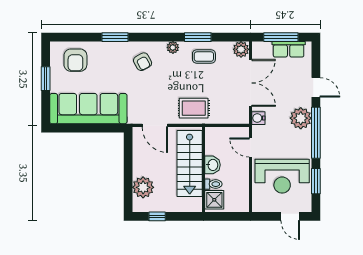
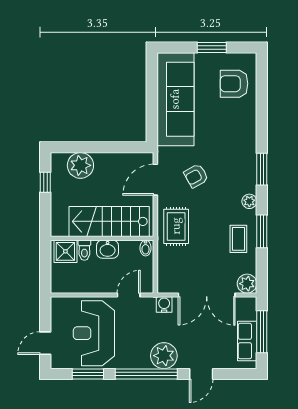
window: (115, 37) -> (262, 169), moved
armchair: (143, 62) -> (196, 176), moved
bidet: (212, 133) -> (146, 248), added

